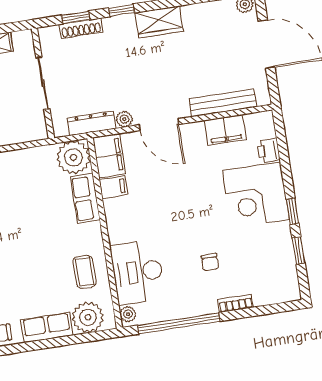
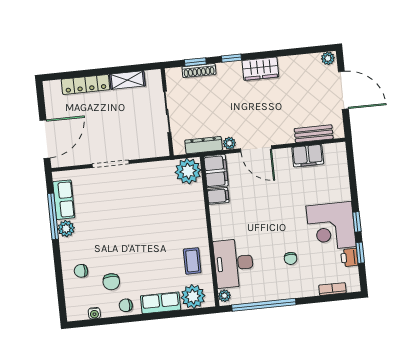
bench: (223, 103) -> (314, 134), width x0.73
printer: (268, 150) -> (349, 257), moved
corner desk: (256, 195) -> (331, 226), moved
row of seats: (85, 198) -> (196, 204), removed
bookcase: (236, 303) -> (332, 289), moved

